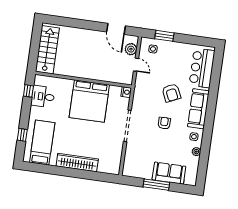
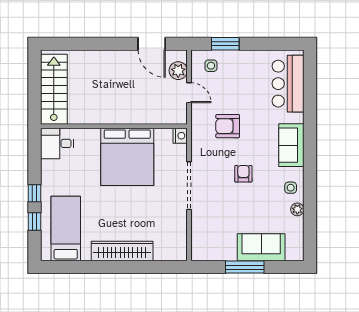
window: (28, 91) -> (34, 193), moved
armchair: (171, 93) -> (228, 126), moved, turned 115
desk: (43, 97) -> (57, 143), moved
sofa: (198, 109) -> (291, 145), width x0.73

